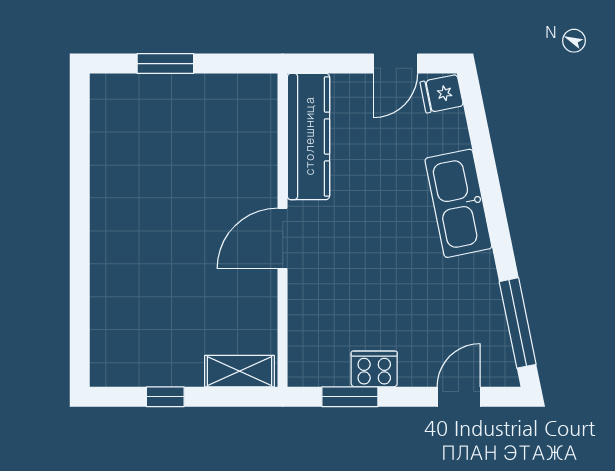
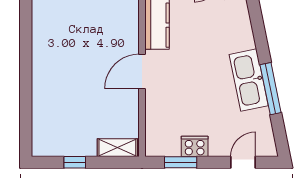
kitchen sink: (458, 203) -> (249, 80), moved
window: (518, 323) -> (271, 89), moved

